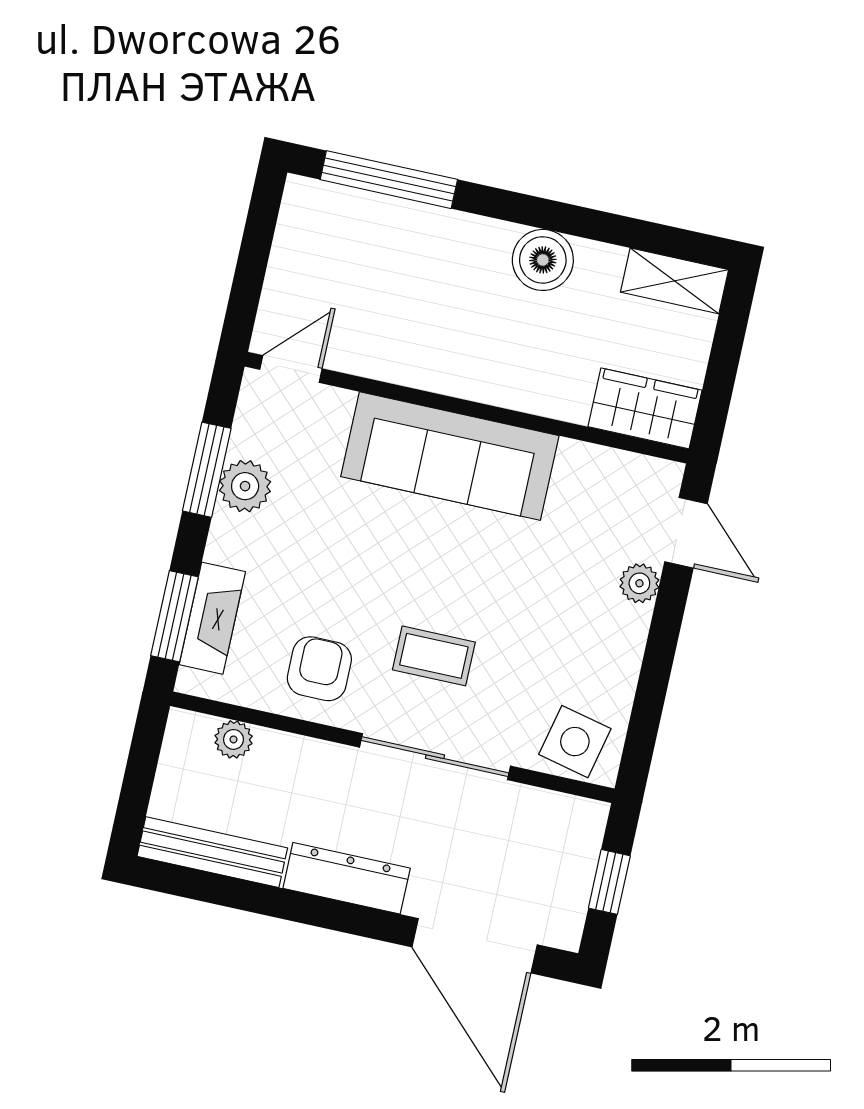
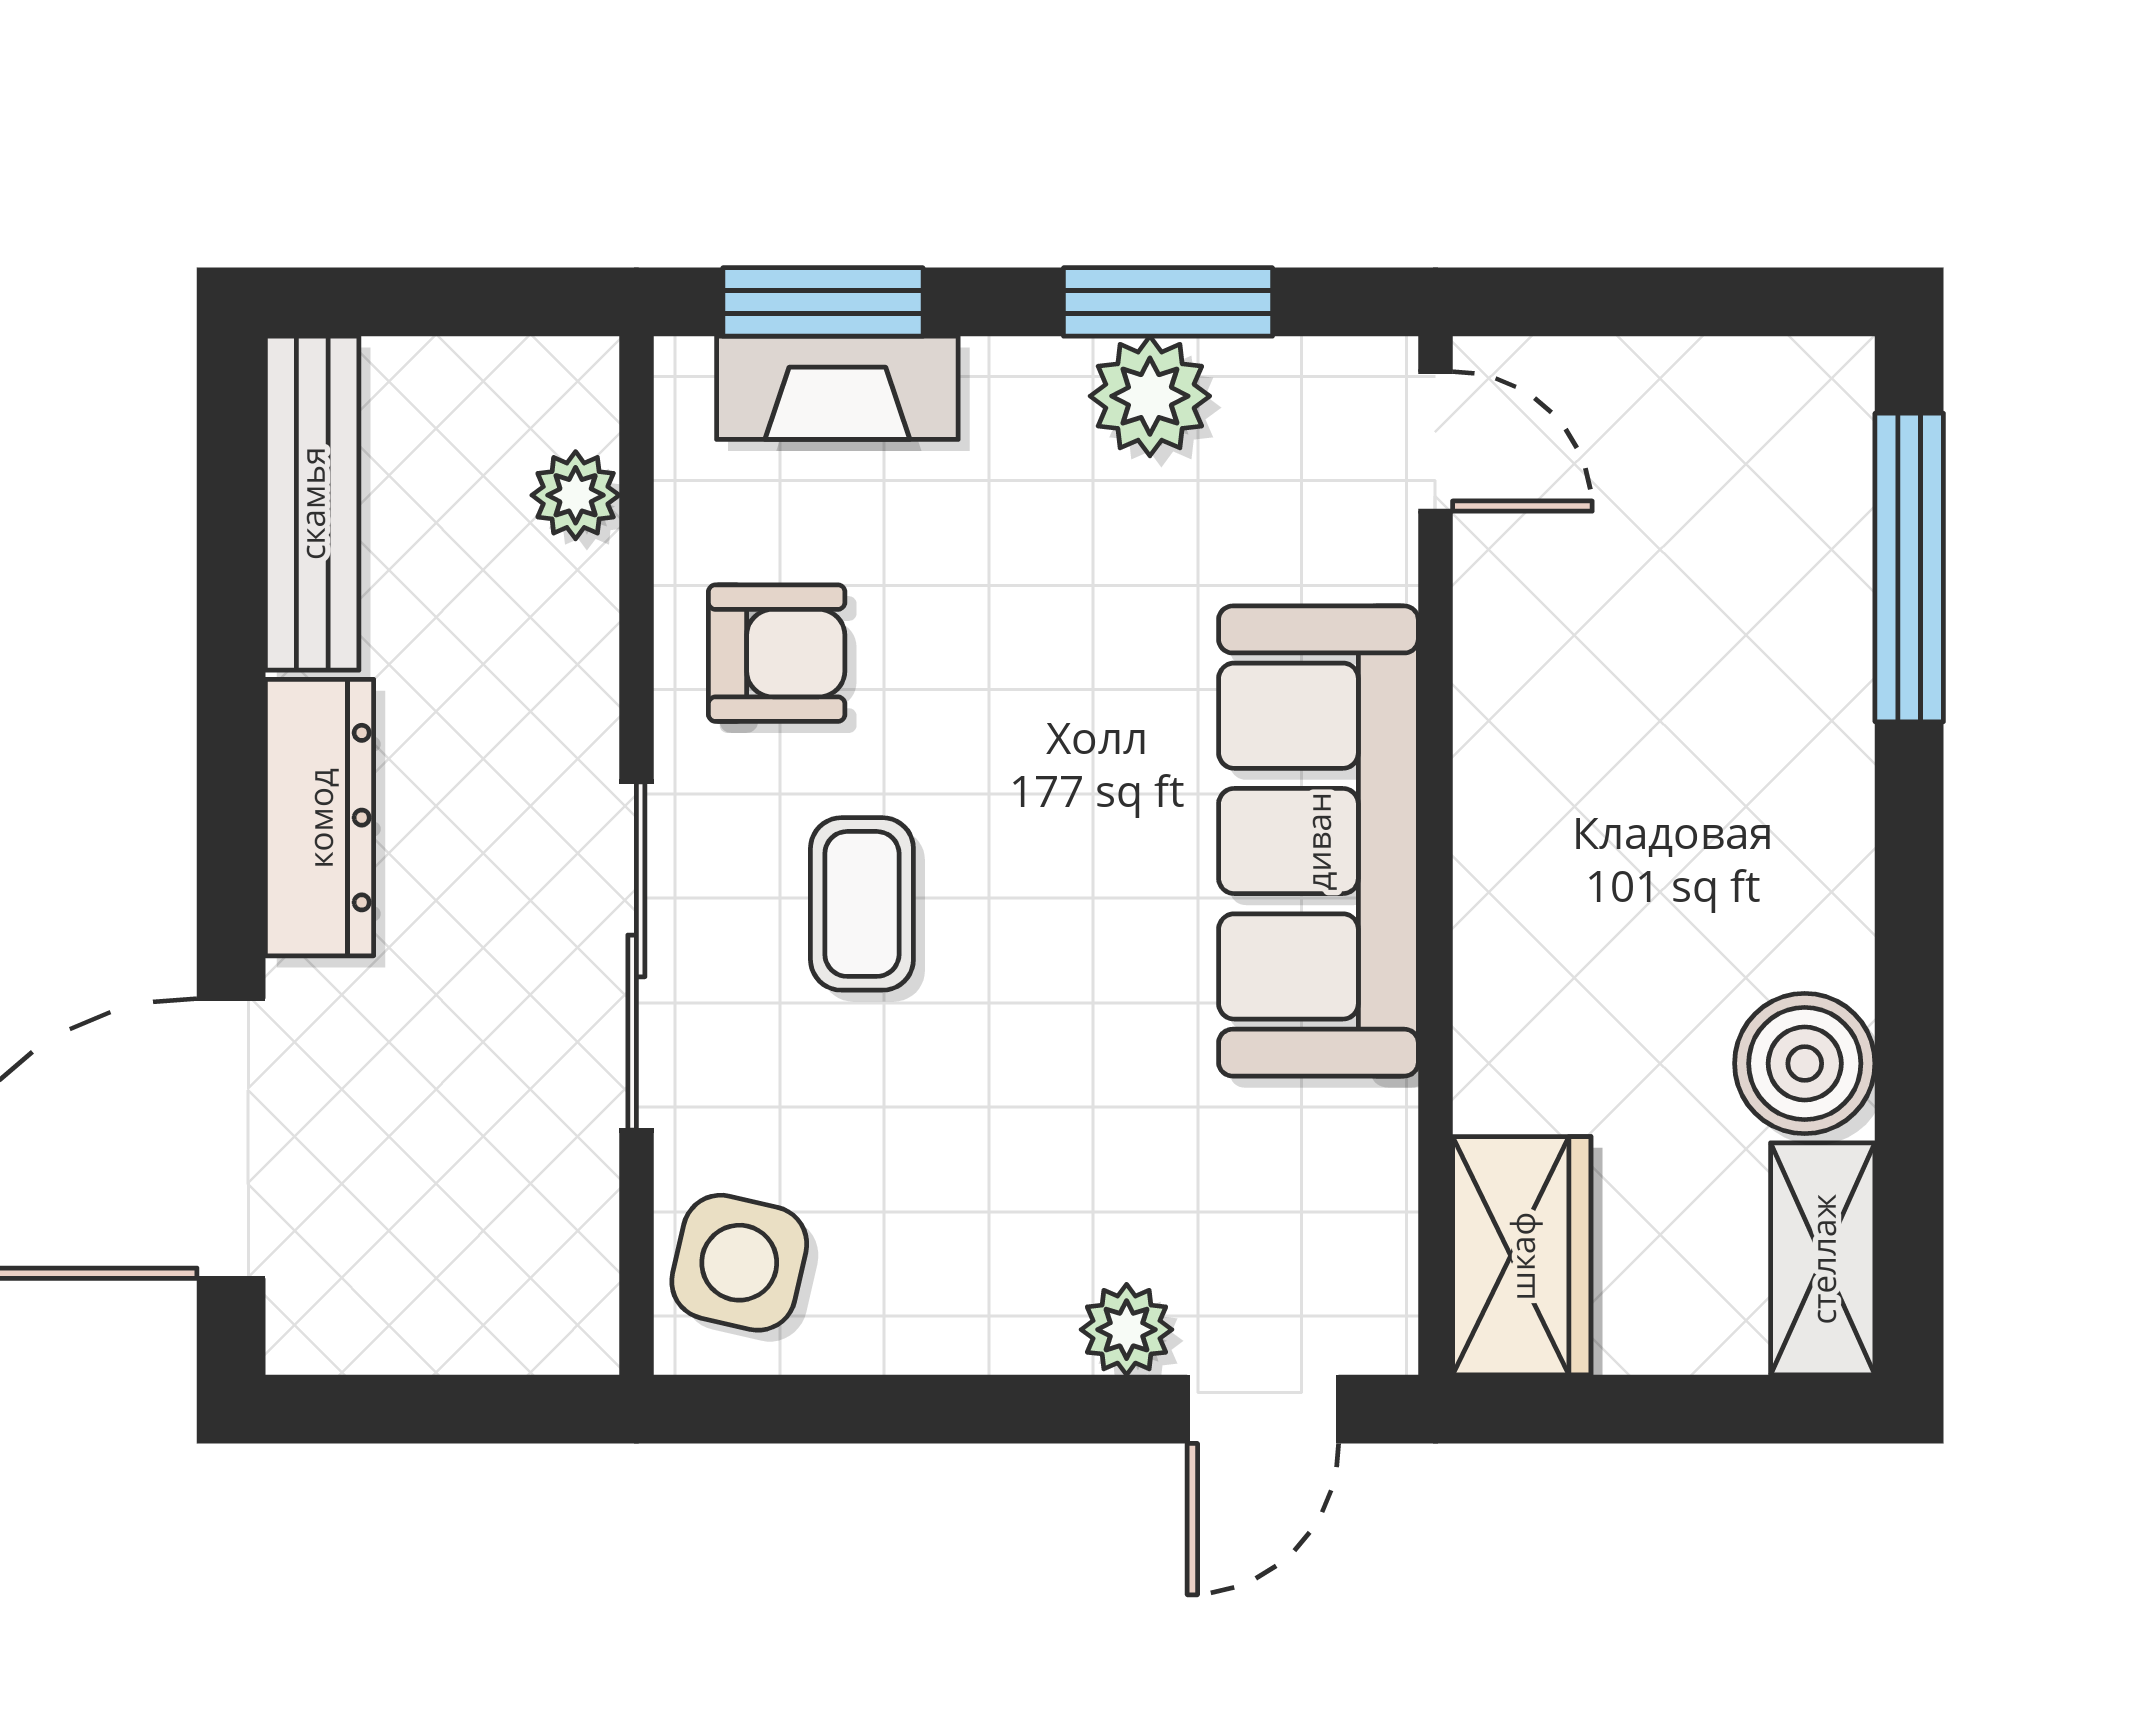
boiler: (543, 260) -> (1805, 1063), moved
window: (609, 882) -> (441, 1409), removed

